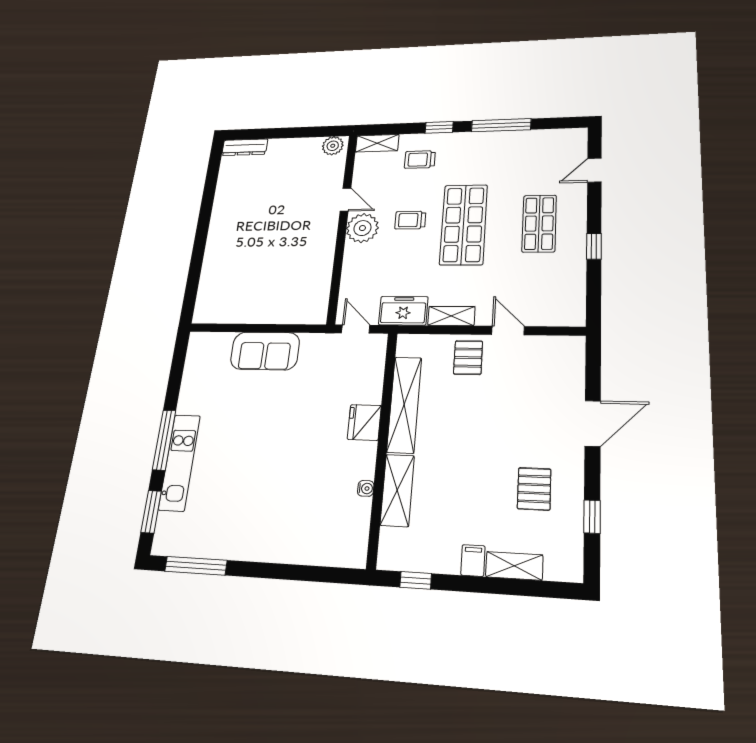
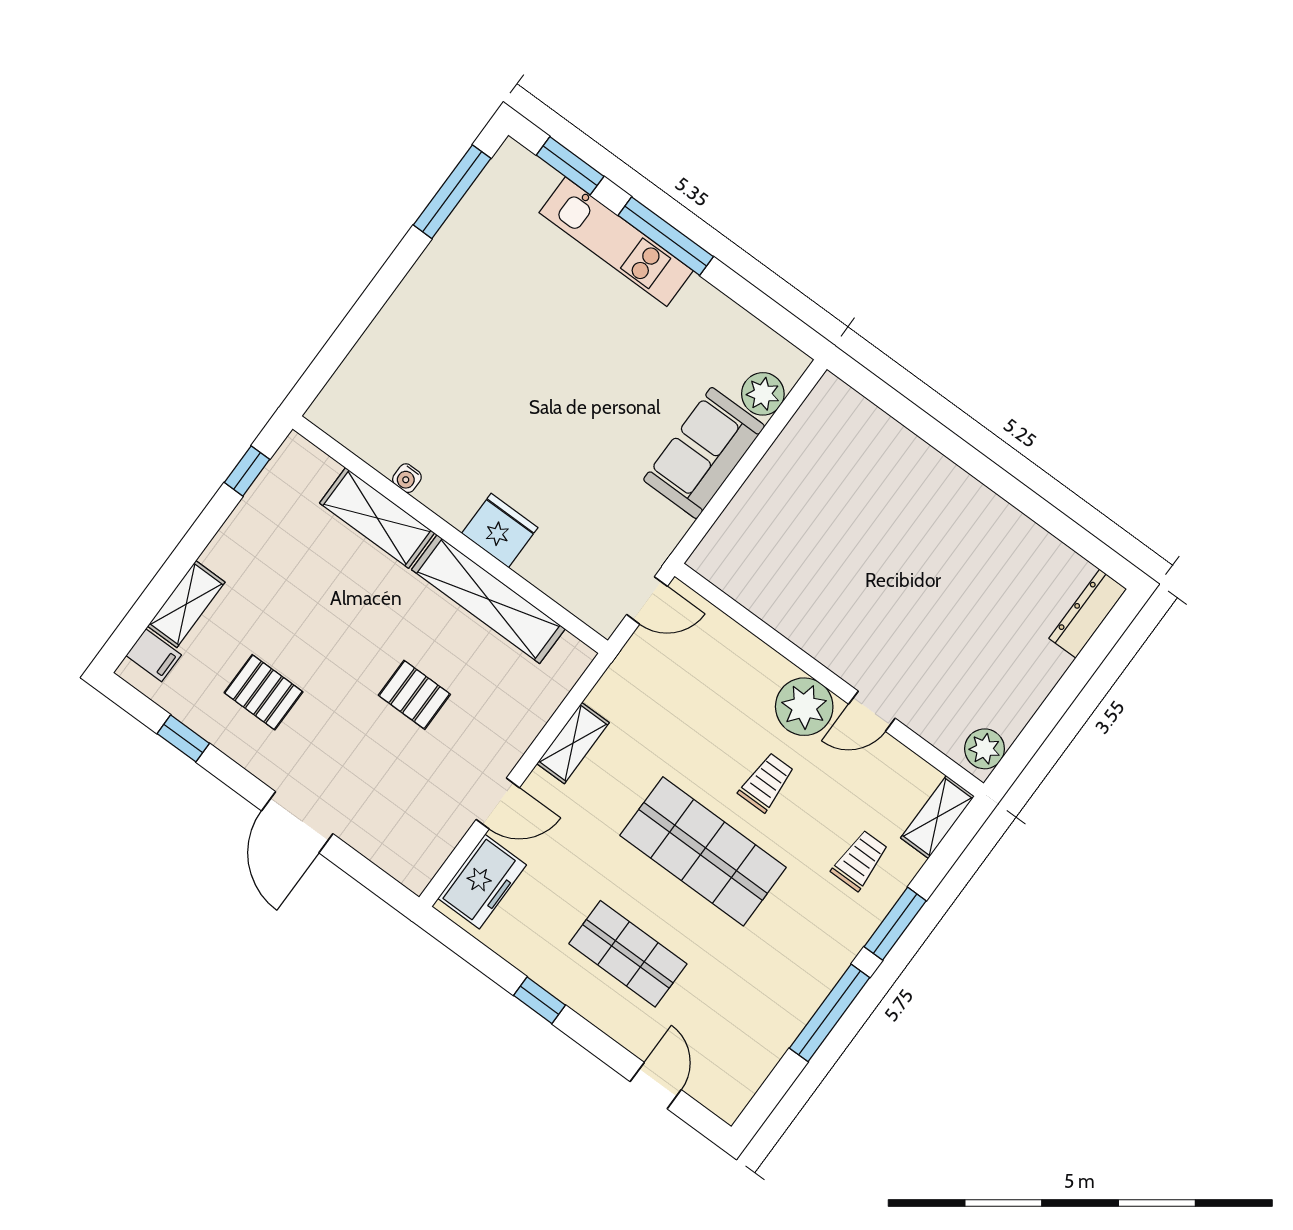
window: (439, 127) -> (895, 924), width x1.50
freezer: (403, 311) -> (482, 882), moved
plant: (220, 343) -> (763, 394), added
pallet: (468, 358) -> (414, 695), moved
filing cabinet: (473, 561) -> (154, 655), moved

